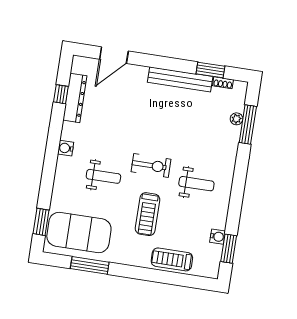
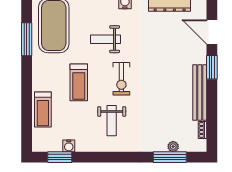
window: (210, 70) -> (212, 67), moved
weight bench: (103, 176) -> (106, 39), turned 90
treadmill: (147, 214) -> (79, 82), turned -90
treadmill: (172, 259) -> (43, 110), turned 180

